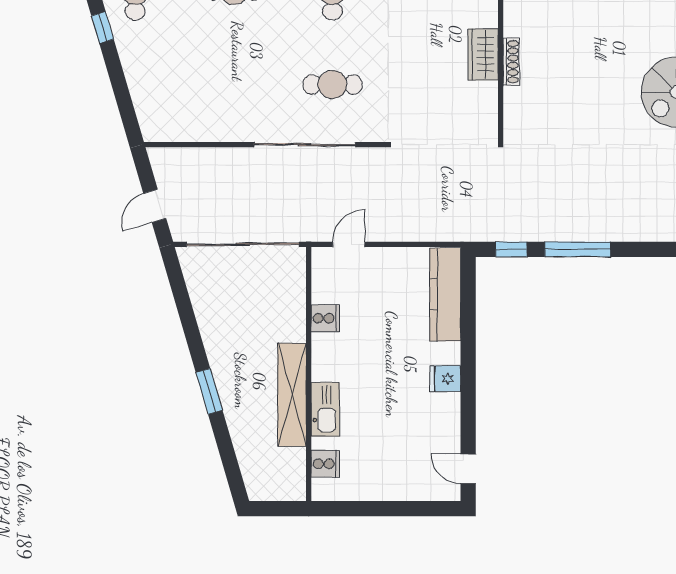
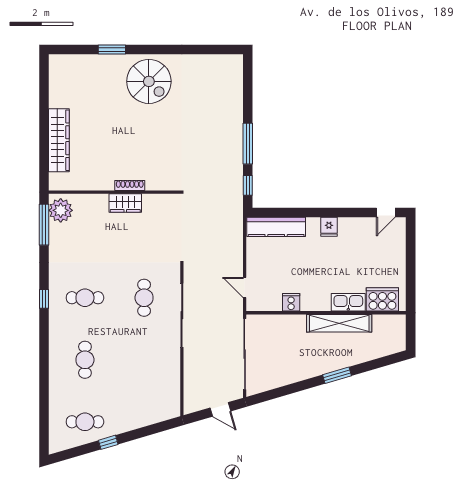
cooker: (325, 464) -> (382, 299), width x1.87, depth x1.31

